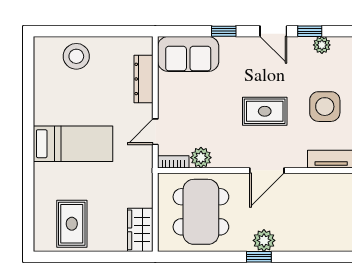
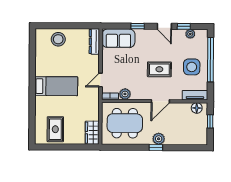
dresser: (143, 79) -> (94, 42), moved
floor lamp: (335, 183) -> (197, 108), added
dining table: (201, 212) -> (125, 123), turned 90

